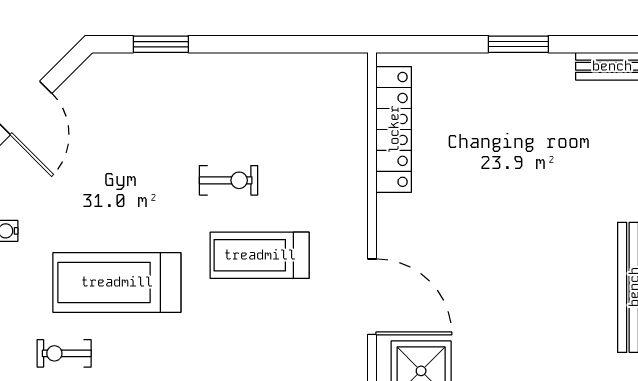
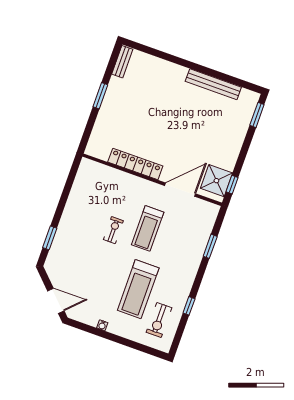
locker: (394, 129) -> (135, 164), moved
exercise bike: (64, 353) -> (159, 320), width x1.38, depth x1.39

